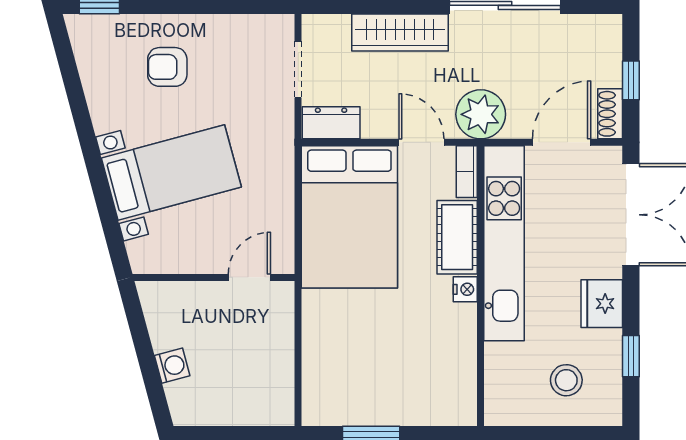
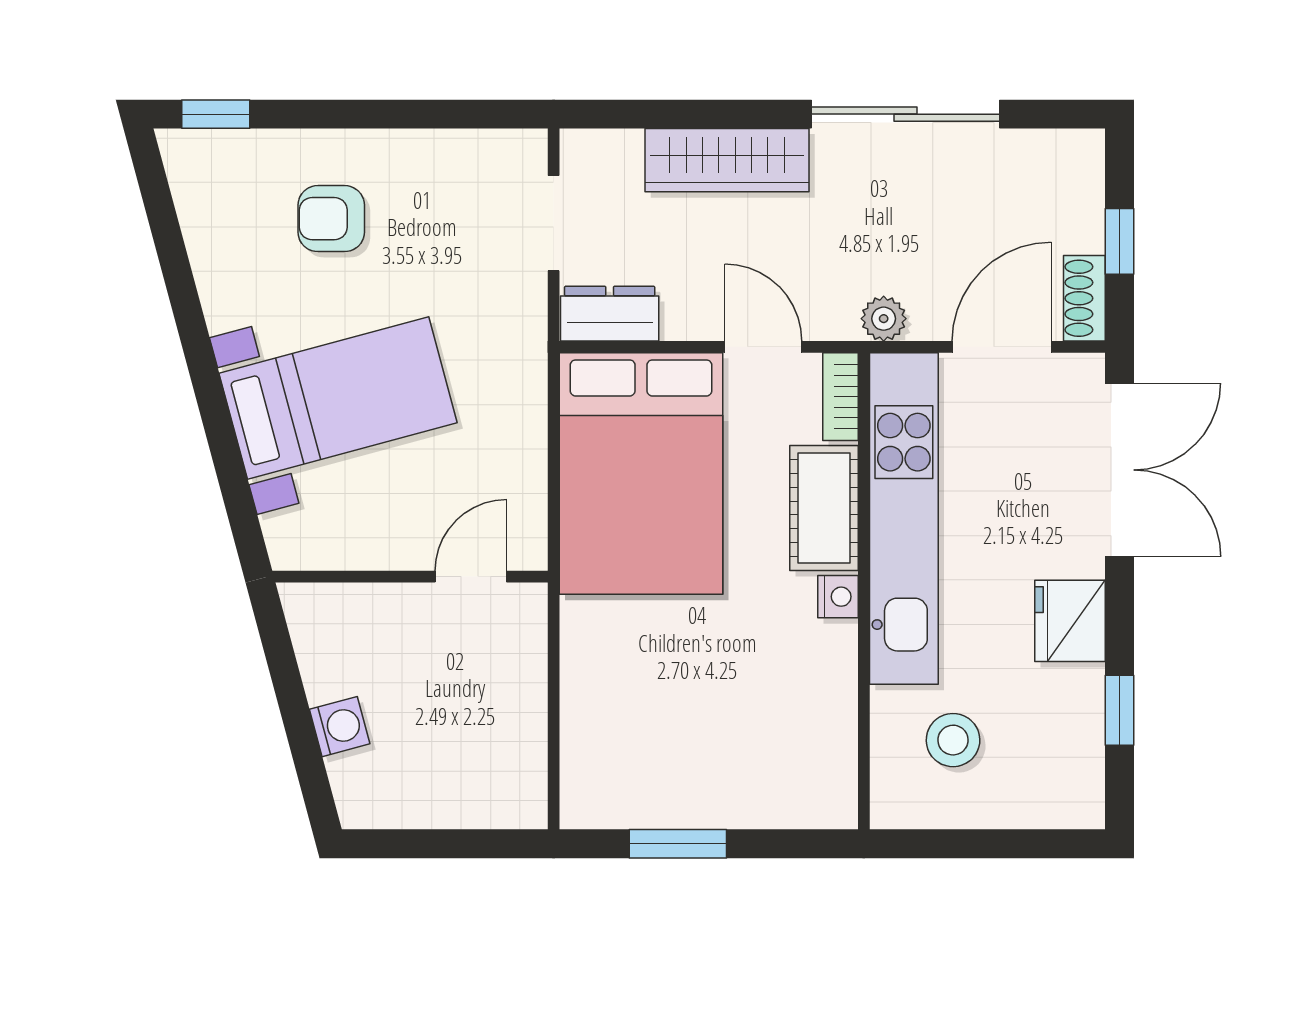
plant: (481, 114) -> (884, 319), width x0.53, depth x0.53
stool: (566, 380) -> (953, 740), moved

